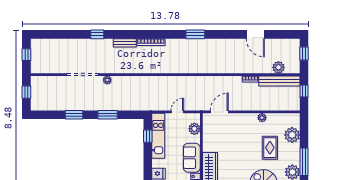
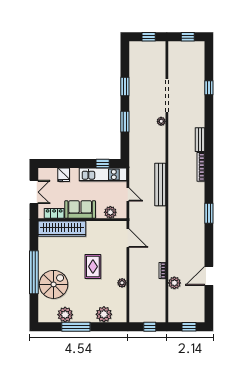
window: (97, 34) -> (209, 88), moved
plant: (278, 67) -> (174, 283), moved
bench: (279, 81) -> (160, 184), moved
rug: (270, 148) -> (93, 267), moved, turned 90

